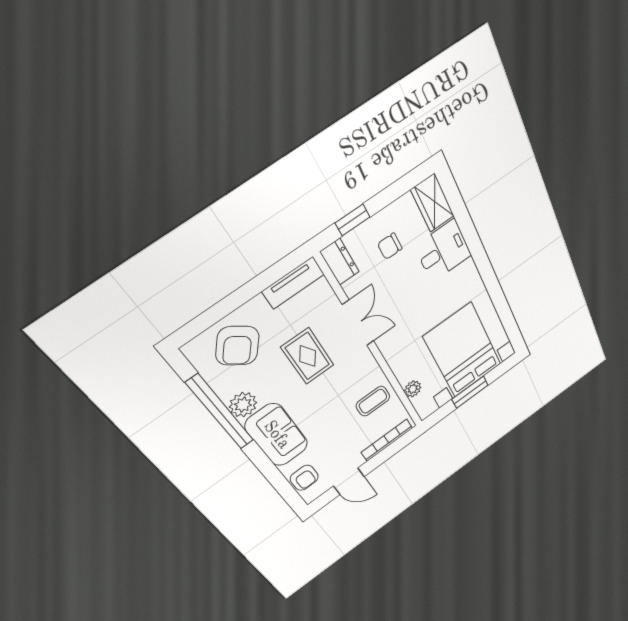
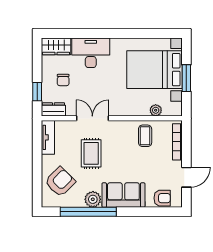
desk: (443, 251) -> (91, 53), width x1.37
armchair: (237, 346) -> (60, 182), turned -83
rug: (308, 356) -> (91, 153), turned 90

